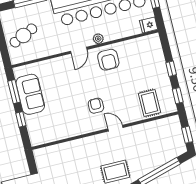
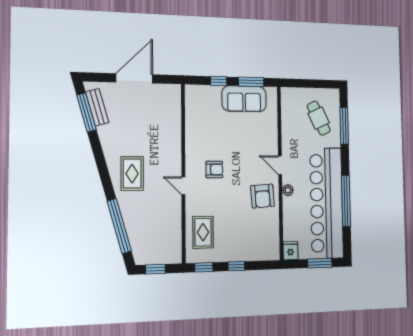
cafe table: (23, 36) -> (319, 118), moved
armchair: (108, 60) -> (262, 196), turned -94
rug: (149, 103) -> (203, 232), turned 90
door: (115, 128) -> (183, 186), swing flipped

